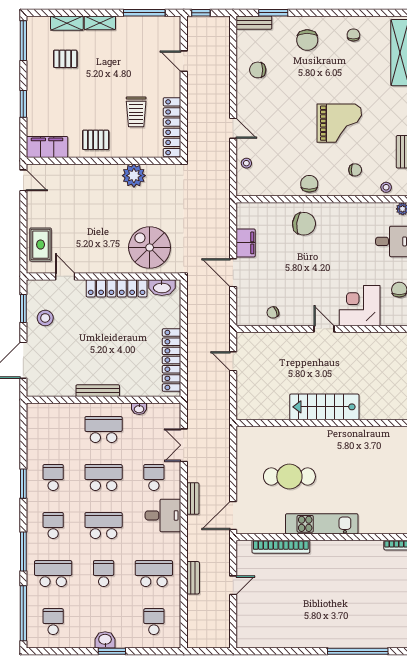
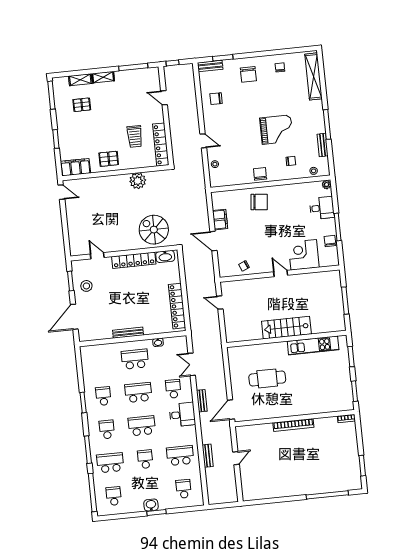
rug: (41, 245) -> (78, 235), removed
kitchen unit: (322, 524) -> (313, 345), moved, turned 180
bookcase: (281, 547) -> (293, 425), moved

